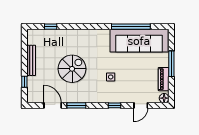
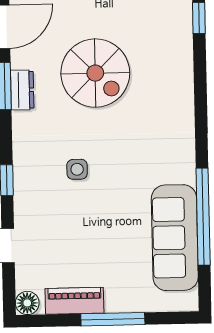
sofa: (139, 41) -> (175, 238), width x0.74, depth x0.79
dresser: (78, 98) -> (22, 90), added

